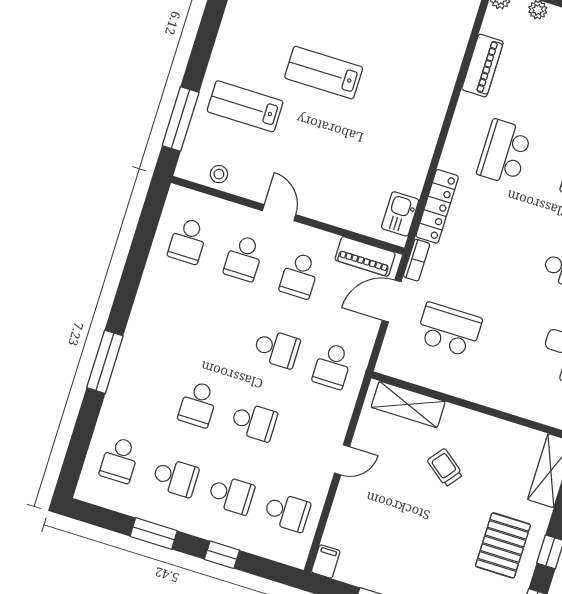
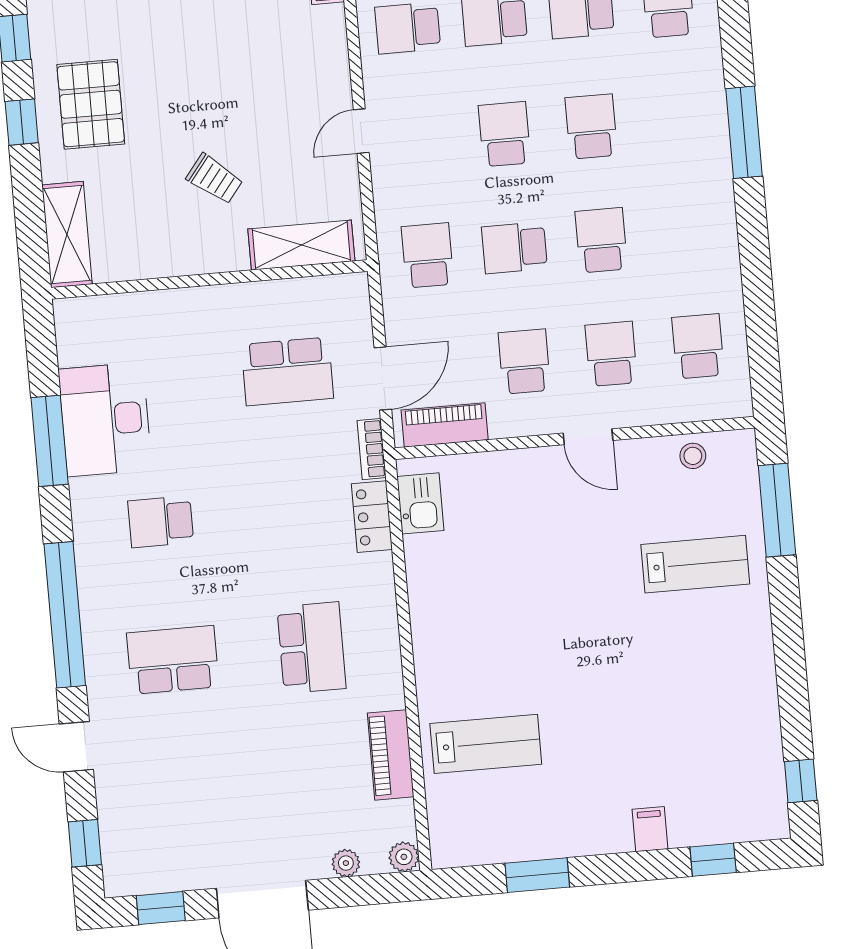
lab bench: (324, 73) -> (486, 744), moved
locker: (437, 206) -> (372, 517), width x0.66
school desk: (221, 331) -> (601, 240), added
school desk: (254, 422) -> (504, 134), turned 90

